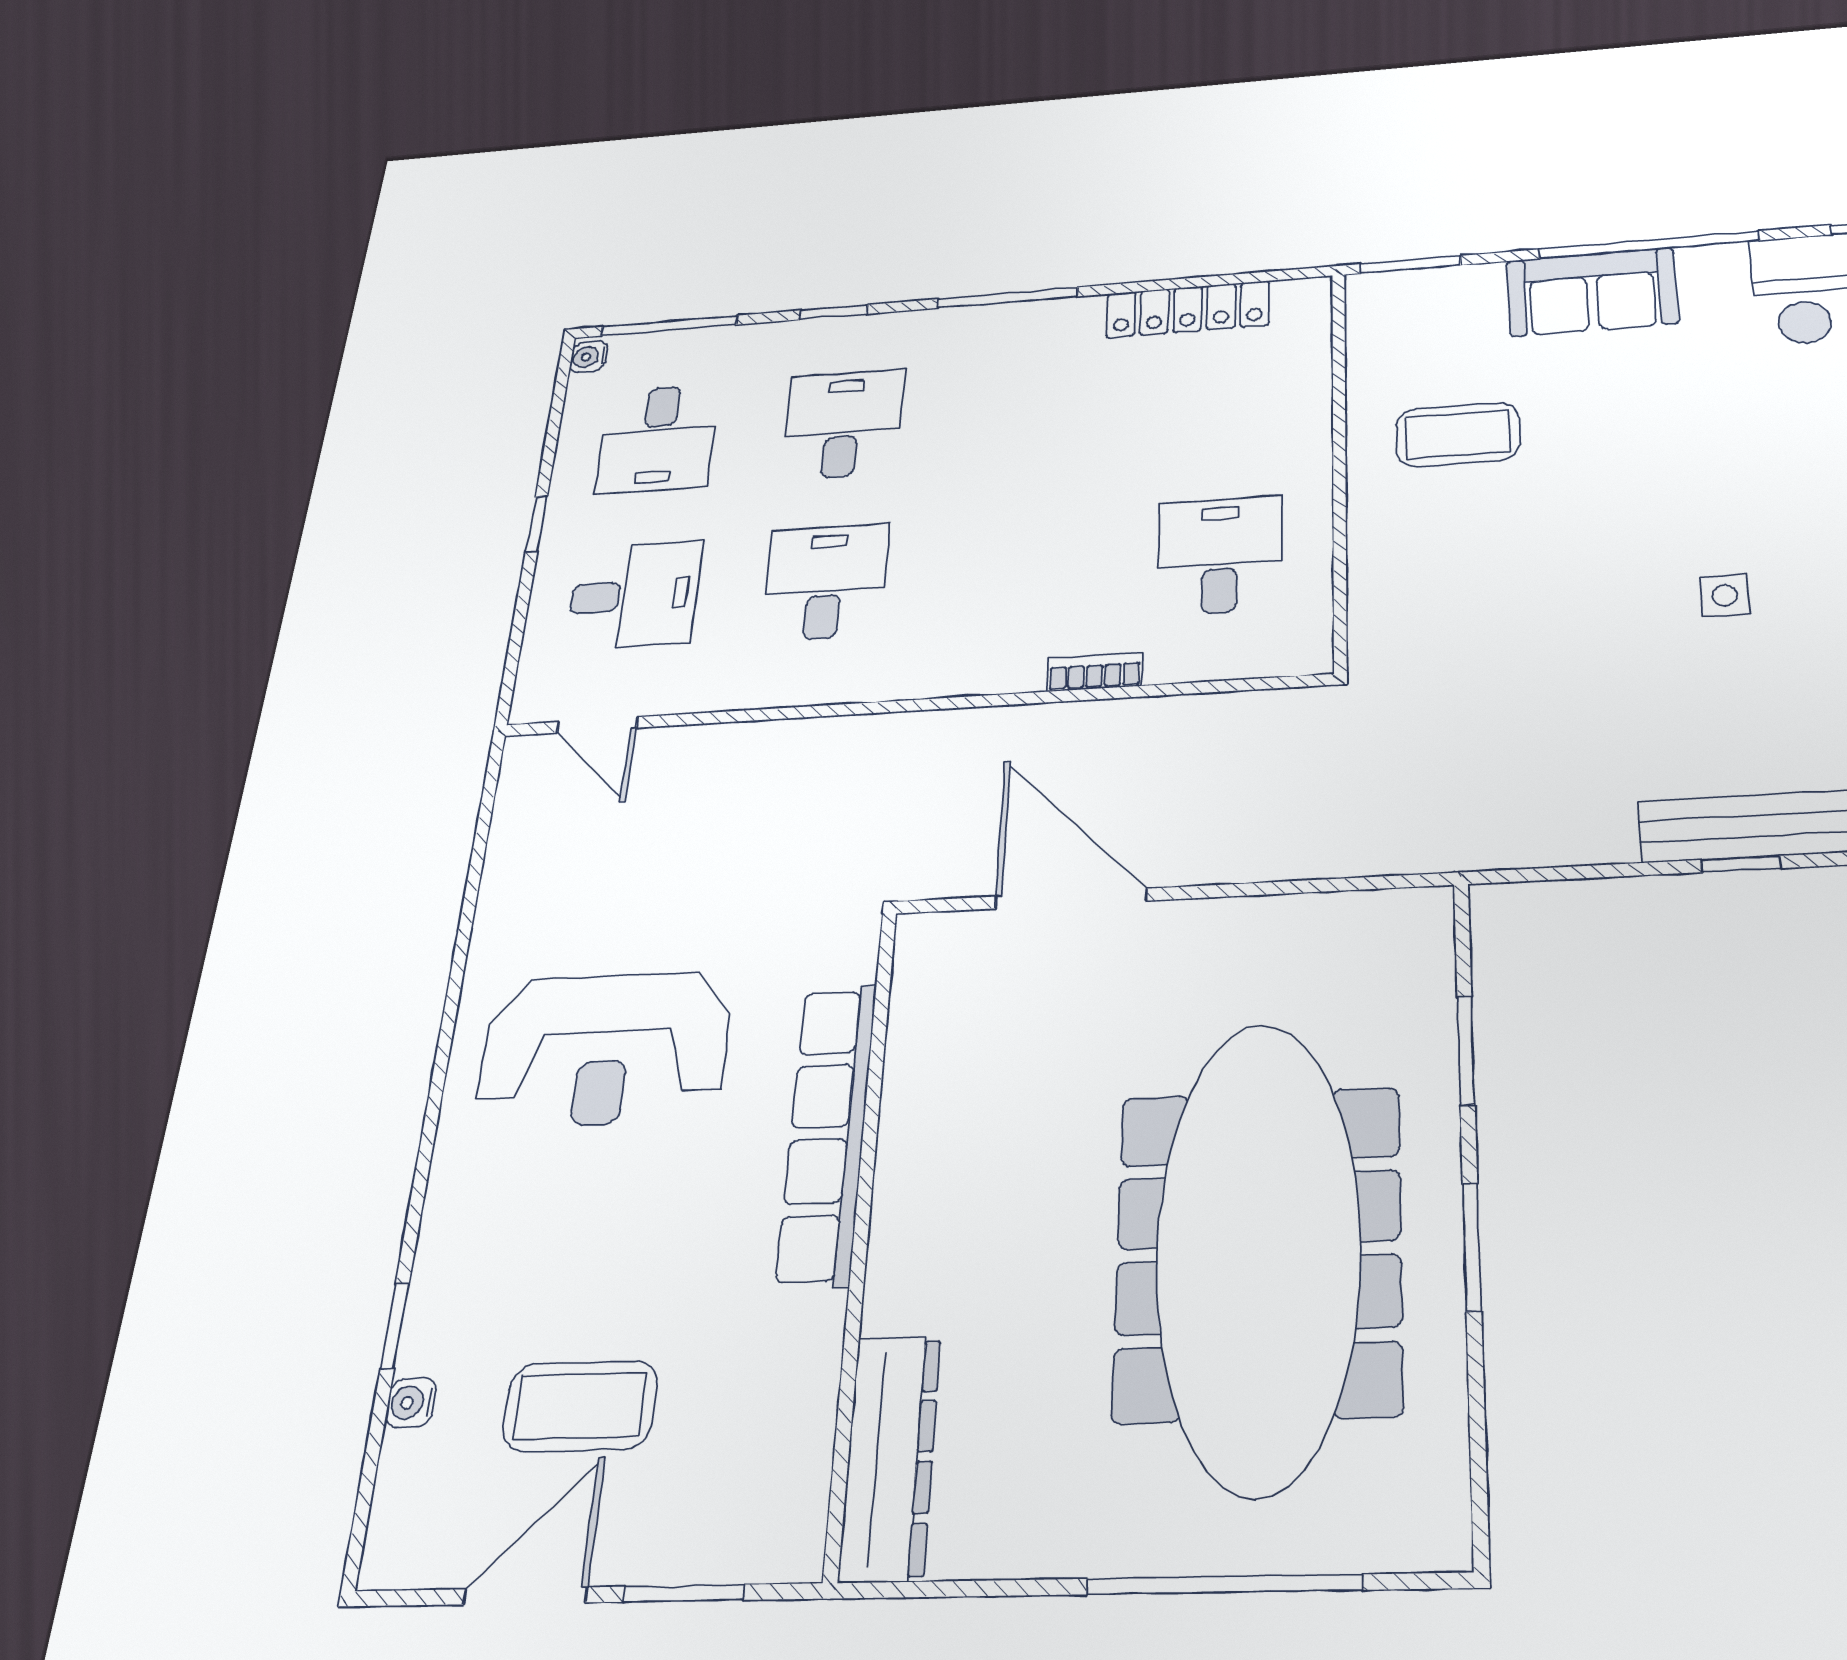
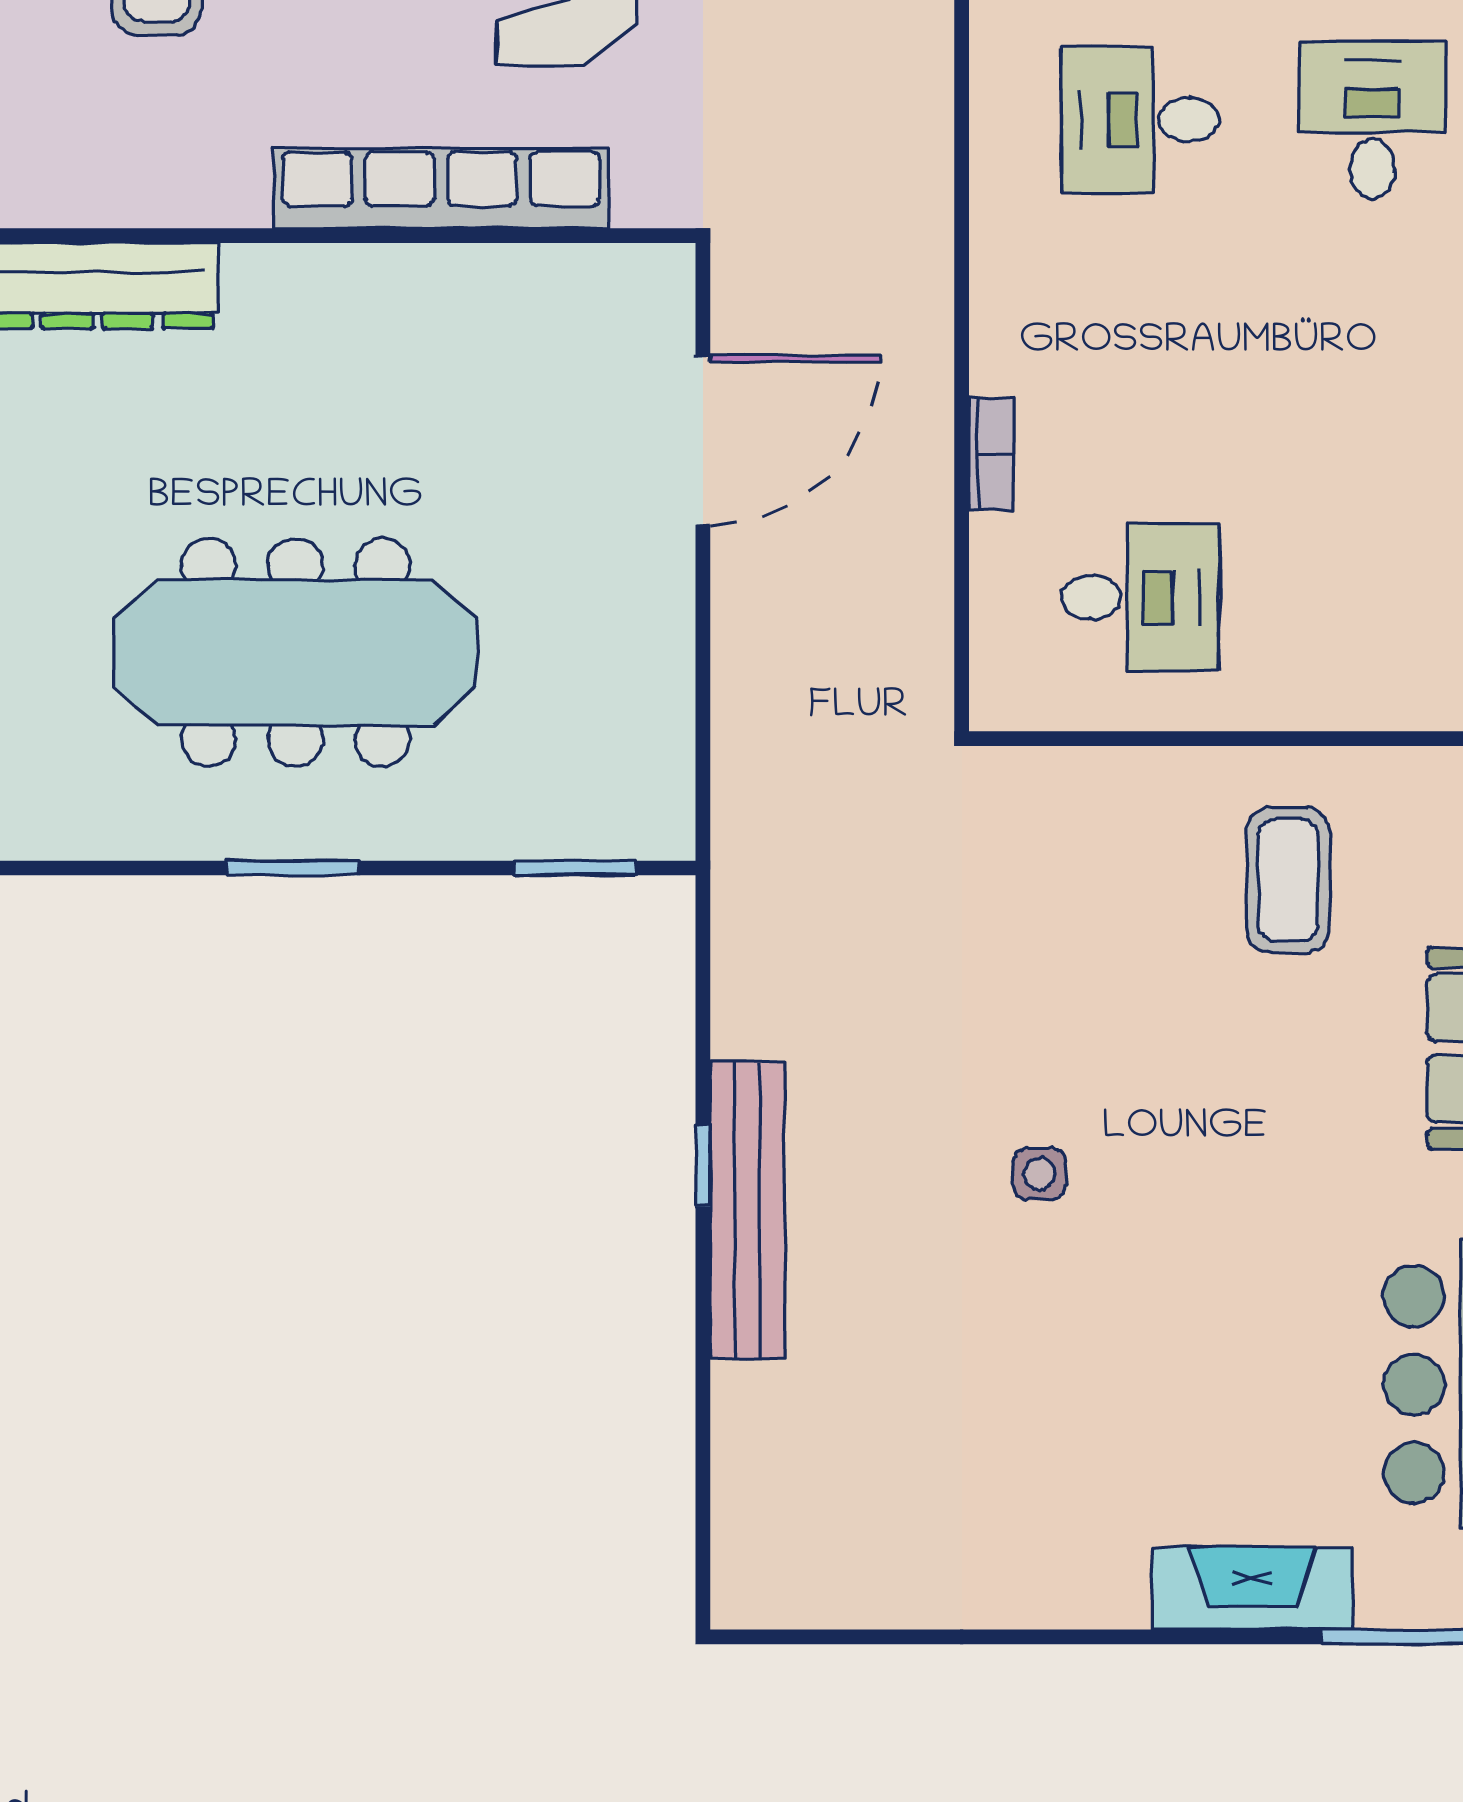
desk: (843, 424) -> (1372, 120), turned -90
desk: (825, 582) -> (1140, 120), turned 180
window: (1466, 1051) -> (575, 868), moved
meeting table: (1258, 1252) -> (295, 652), width x0.73, depth x0.79

